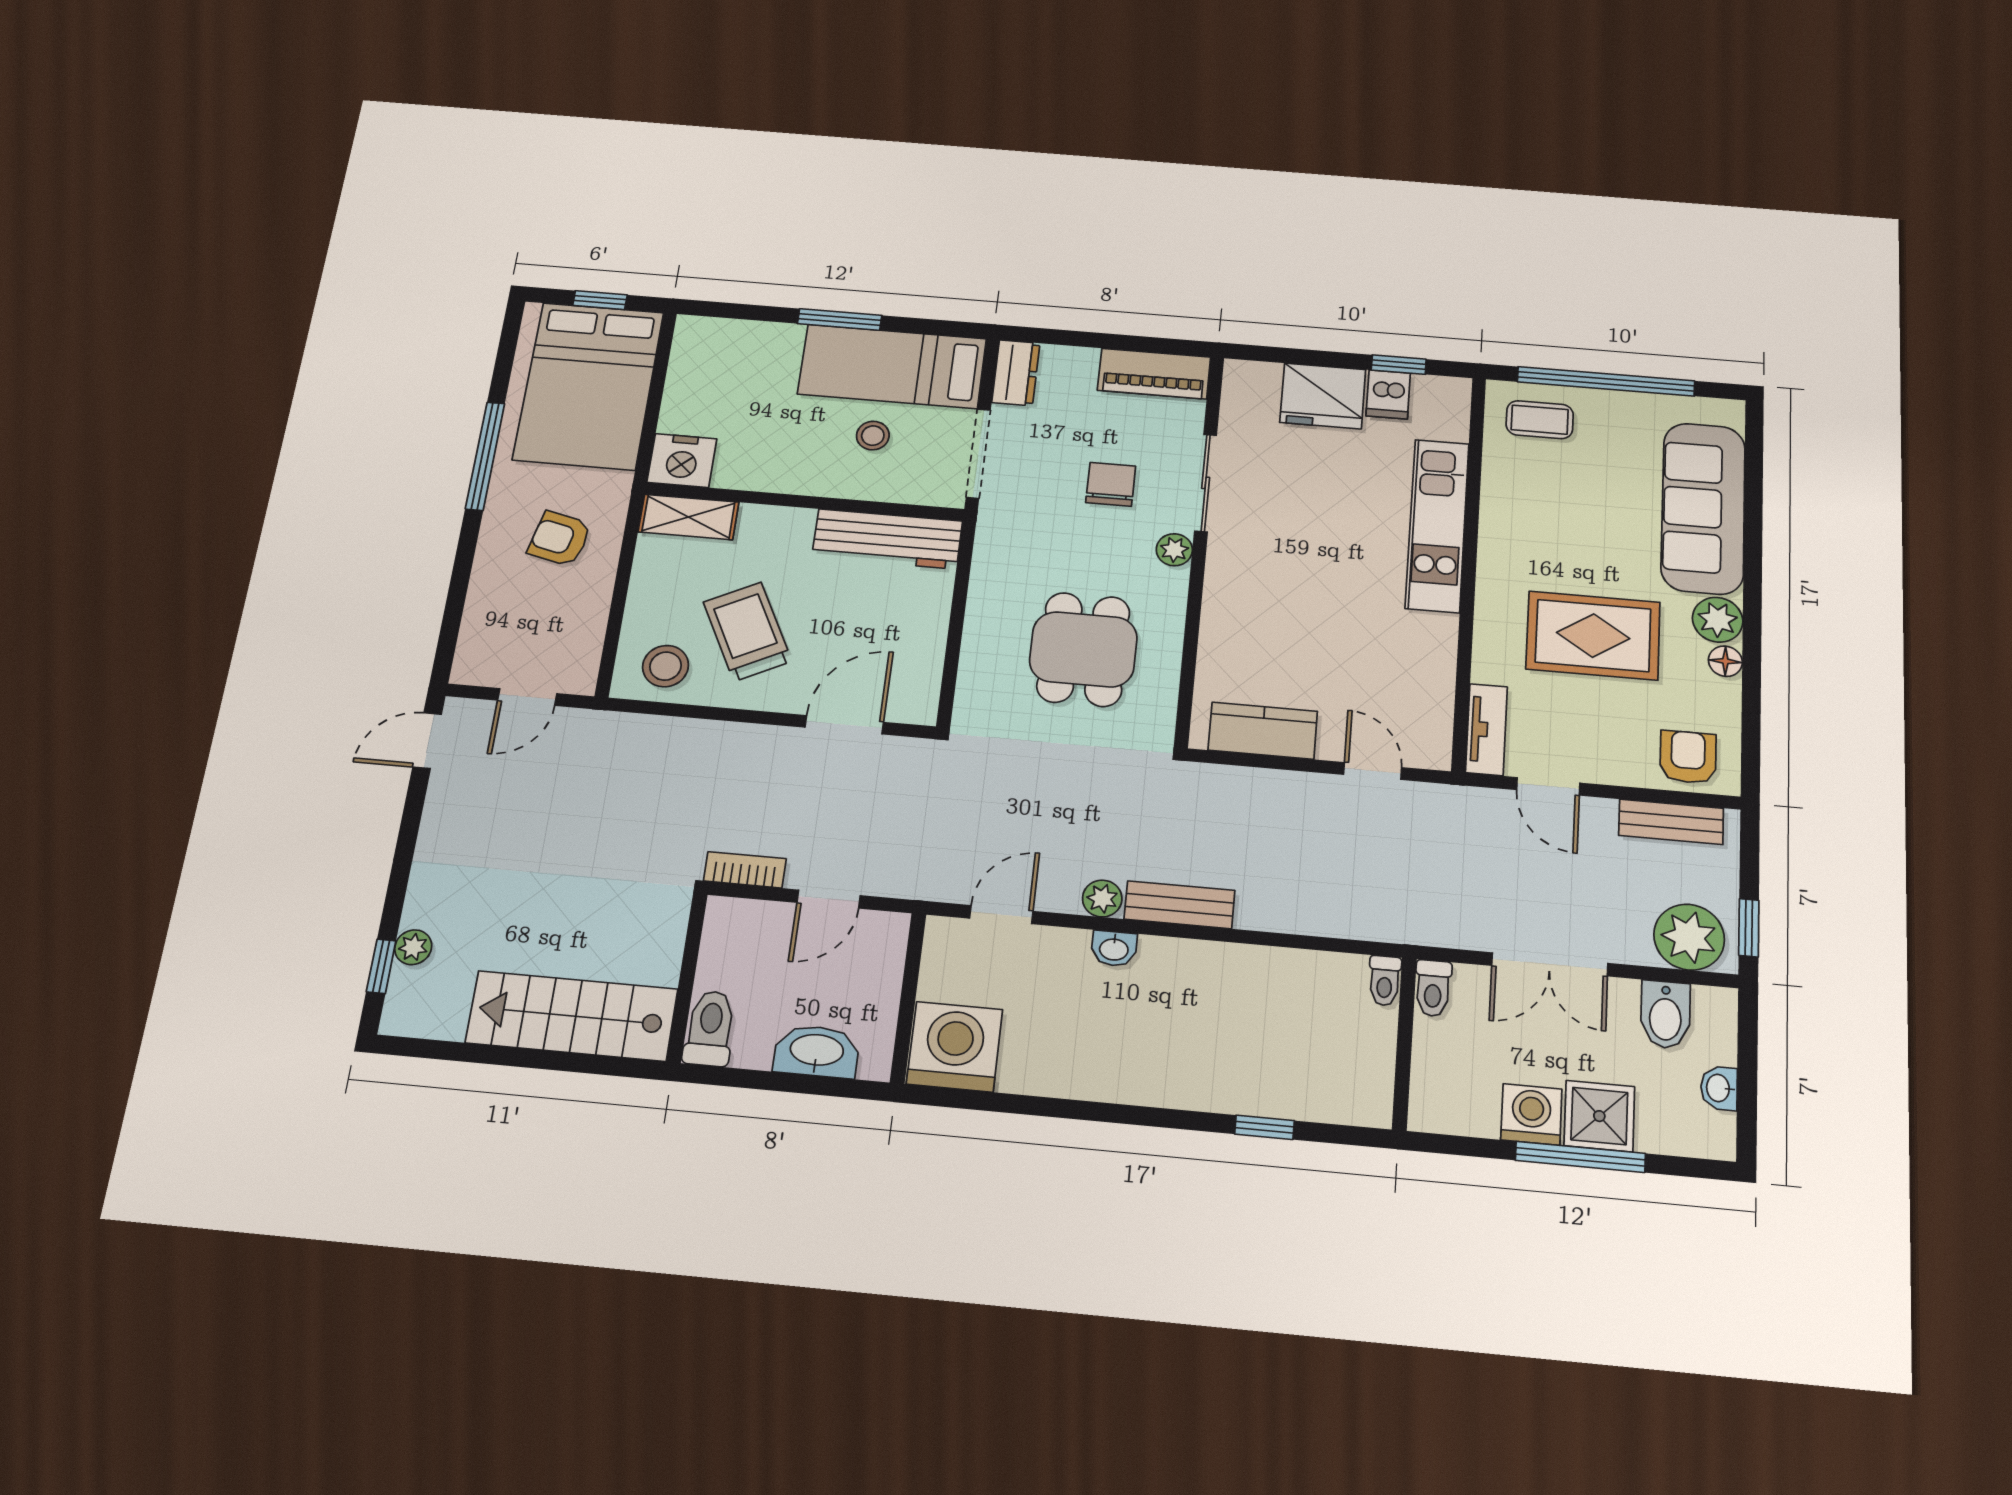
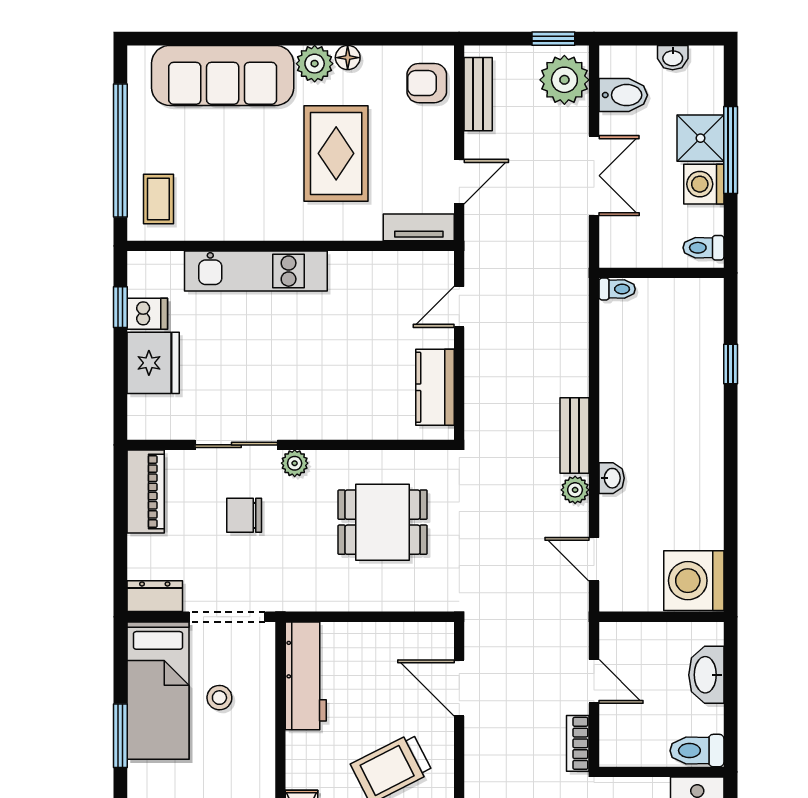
toilet: (1433, 988) -> (703, 248), moved, turned 180

